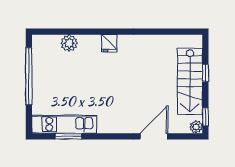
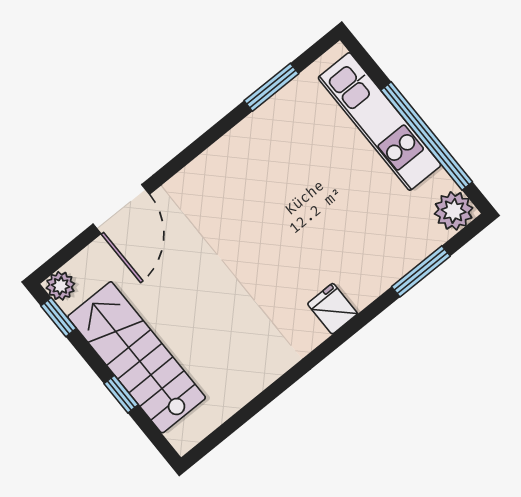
window: (69, 32) -> (421, 271), added
plant: (69, 43) -> (454, 211), moved
kitchen unit: (64, 124) -> (379, 121), moved, turned 90

